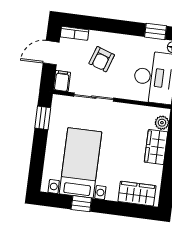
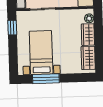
wardrobe: (137, 194) -> (88, 58), moved, turned -90
window: (81, 204) -> (46, 79), width x2.17

